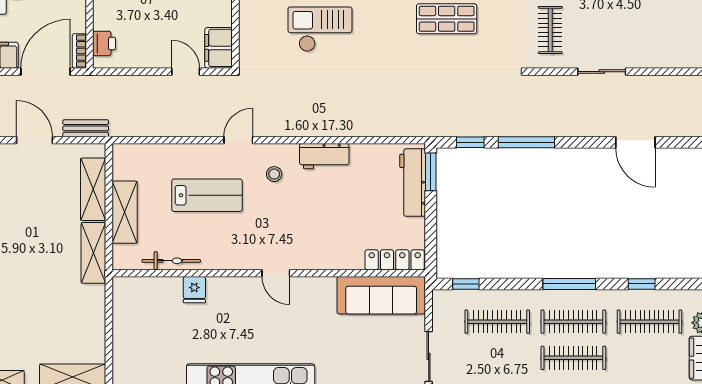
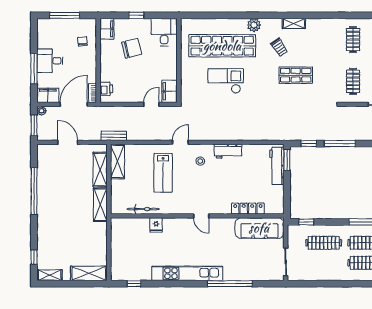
door: (186, 72) -> (151, 104), hinge flipped
bench: (86, 128) -> (114, 136), moved
lab bench: (207, 195) -> (163, 173), turned 90
shelving: (125, 212) -> (118, 161), moved
locker: (395, 260) -> (248, 209), moved

